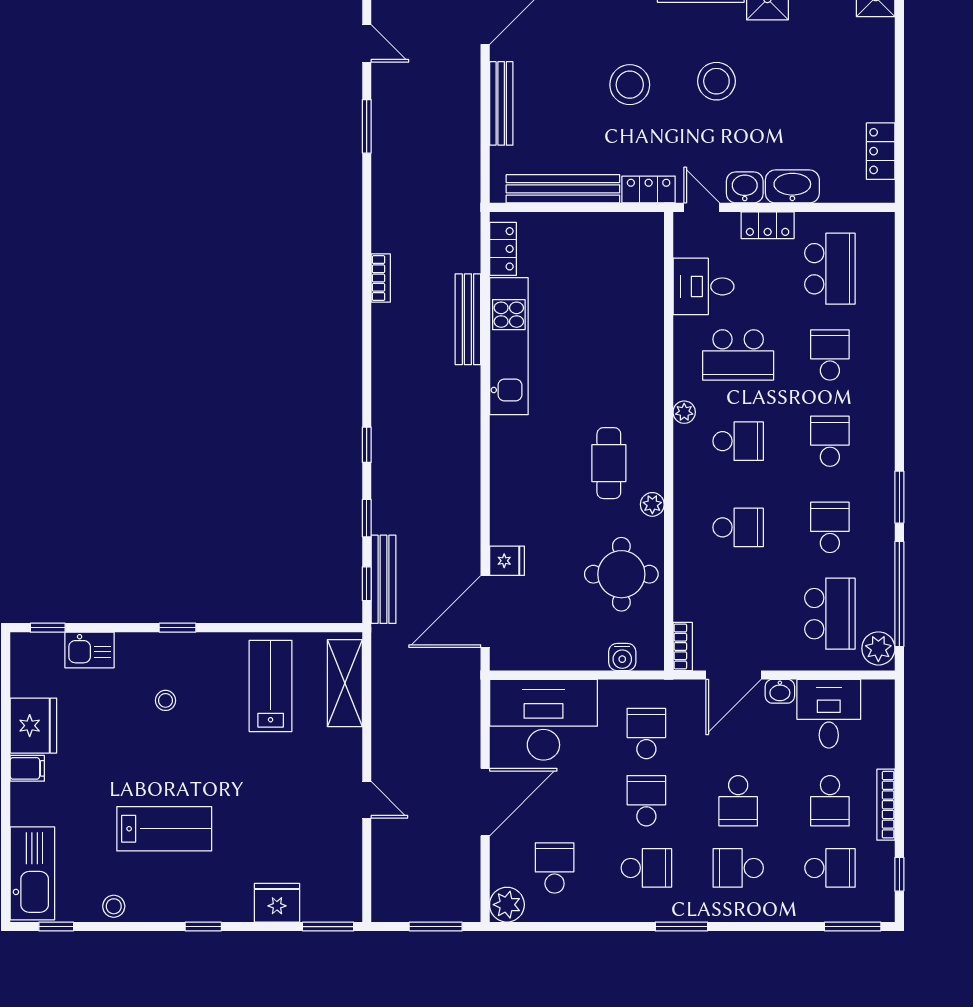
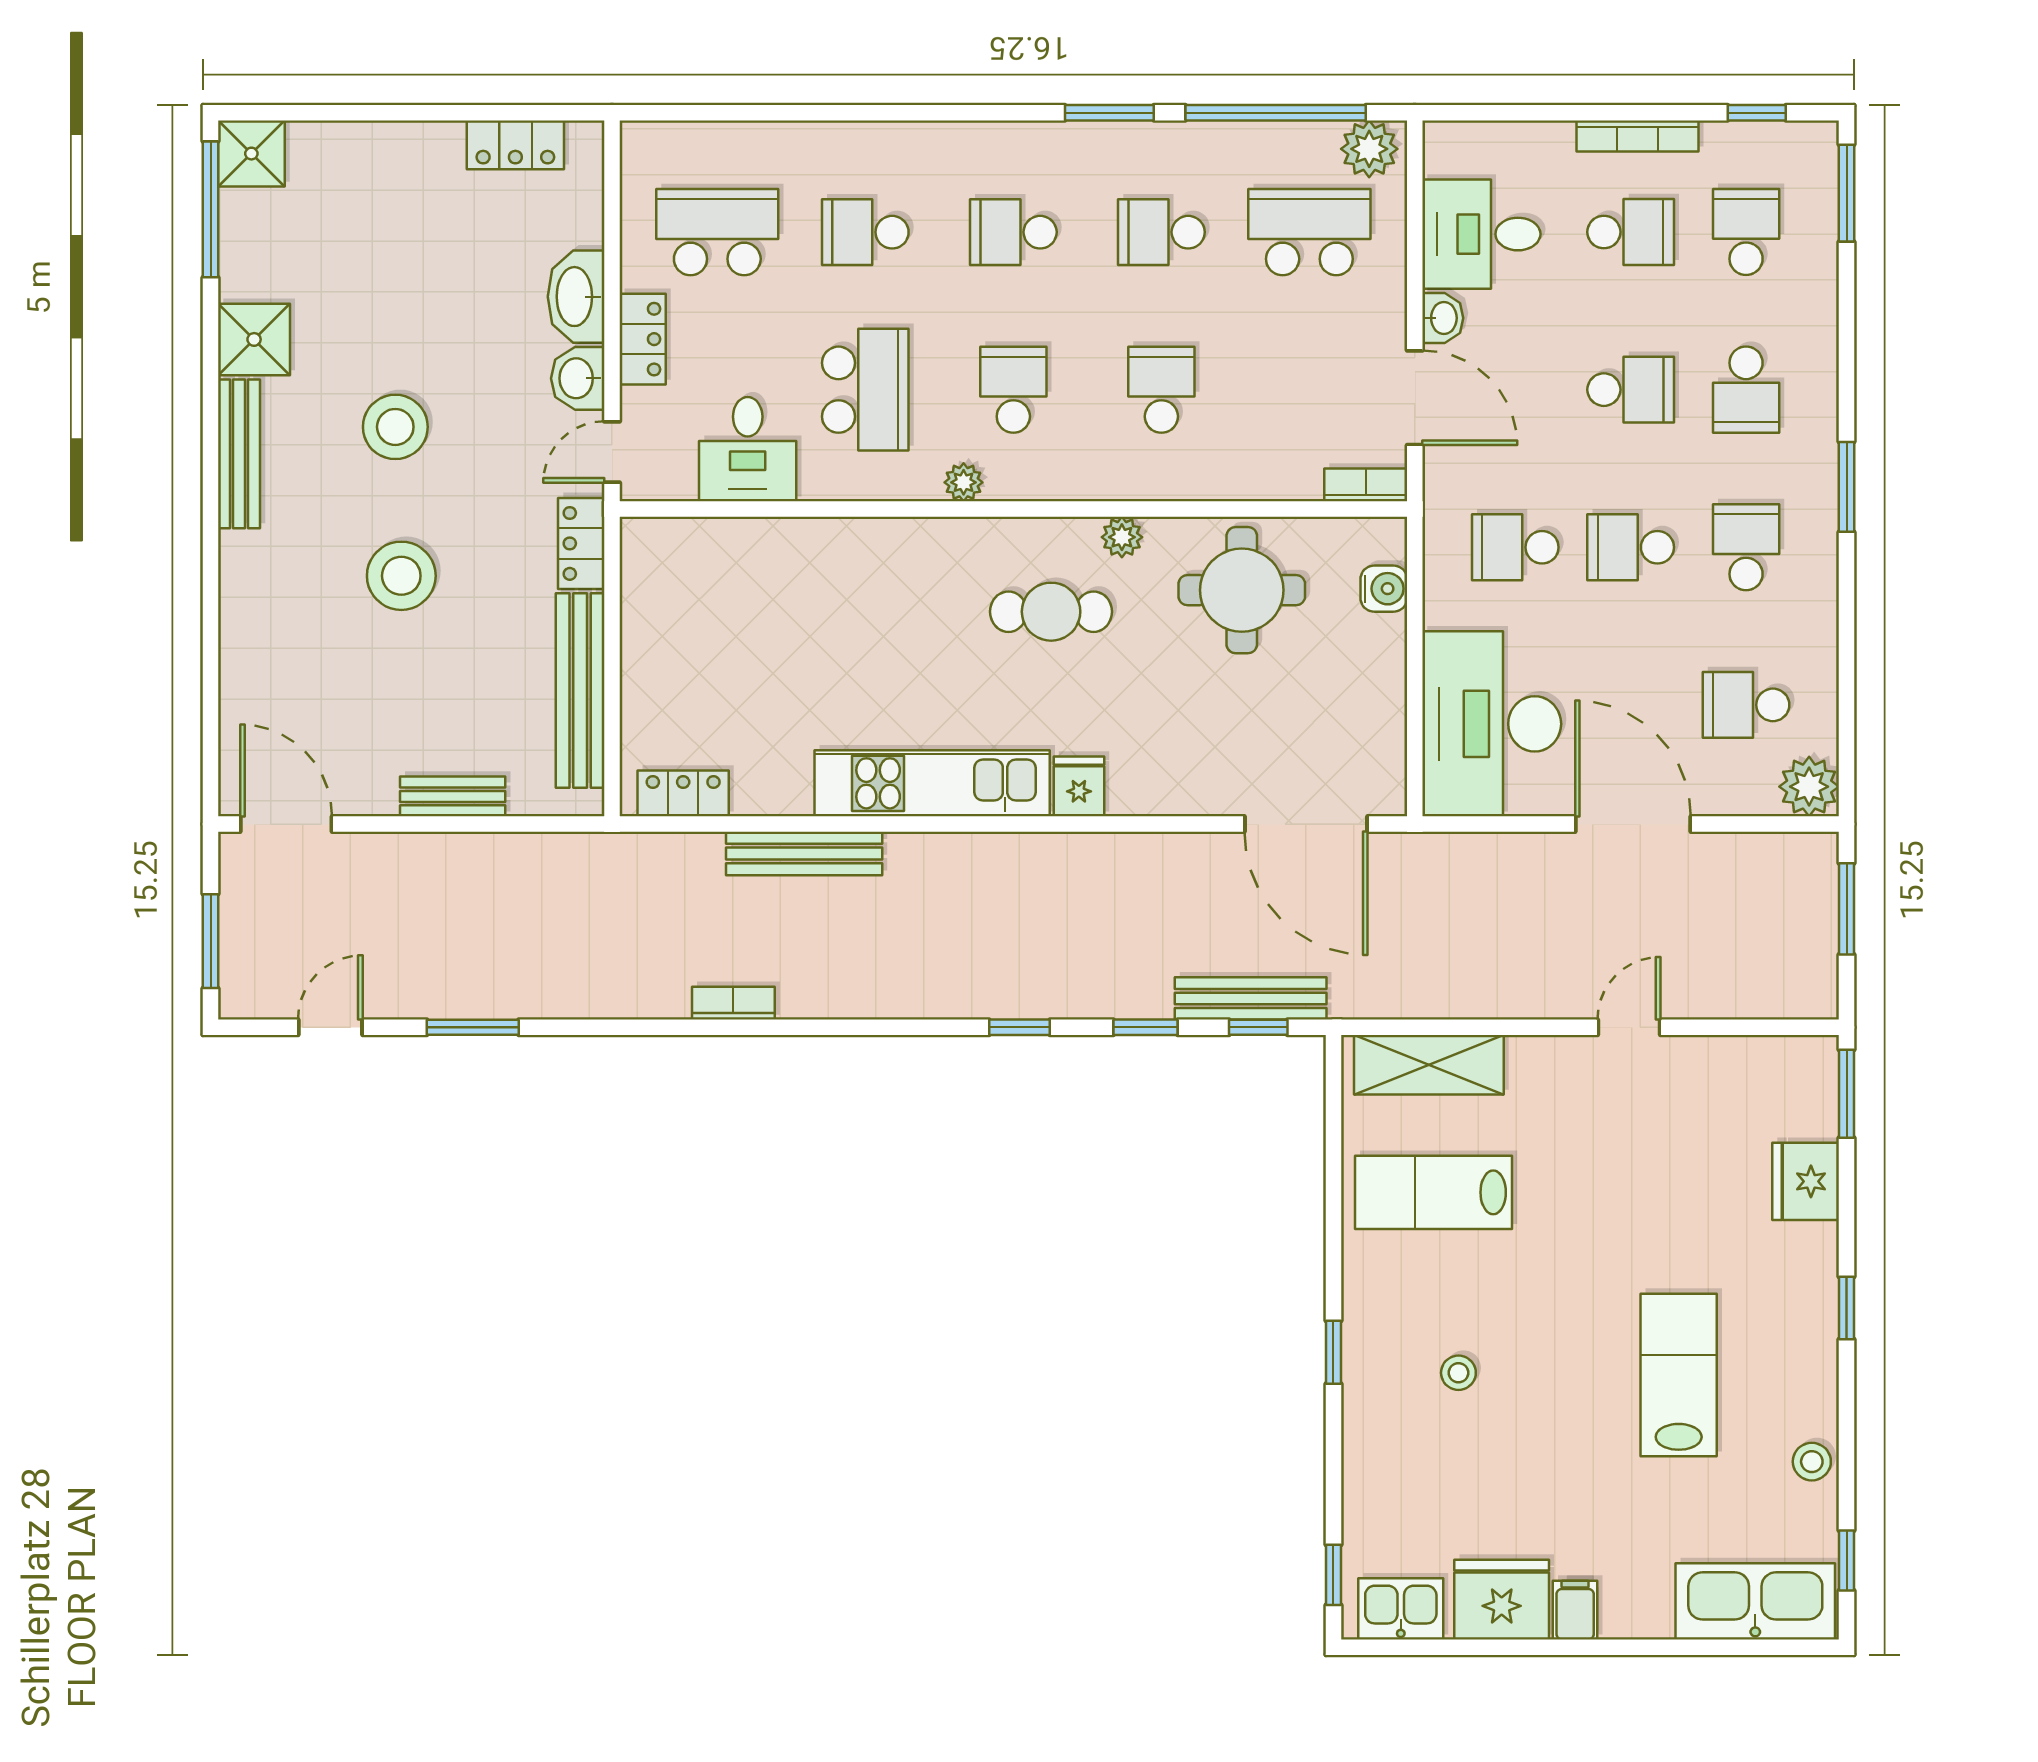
bench: (501, 103) -> (453, 796), width x0.73
kitchen unit: (509, 346) -> (932, 783), moved
fridge: (507, 561) -> (1079, 786), moved
kitchen sink: (89, 650) -> (1401, 1609), moved, turned -90

